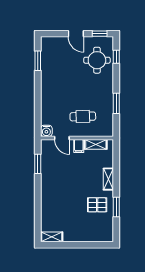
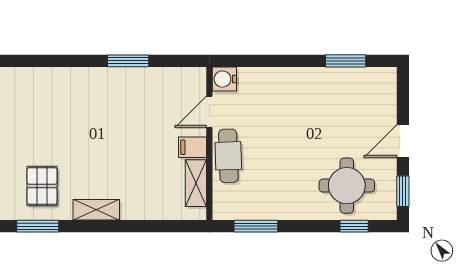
water cooler: (46, 131) -> (224, 79), moved
door: (62, 138) -> (209, 112), moved
wall: (77, 138) -> (209, 144), moved
shelving: (96, 144) -> (196, 183), moved
filing cabinet: (79, 146) -> (193, 147), moved

